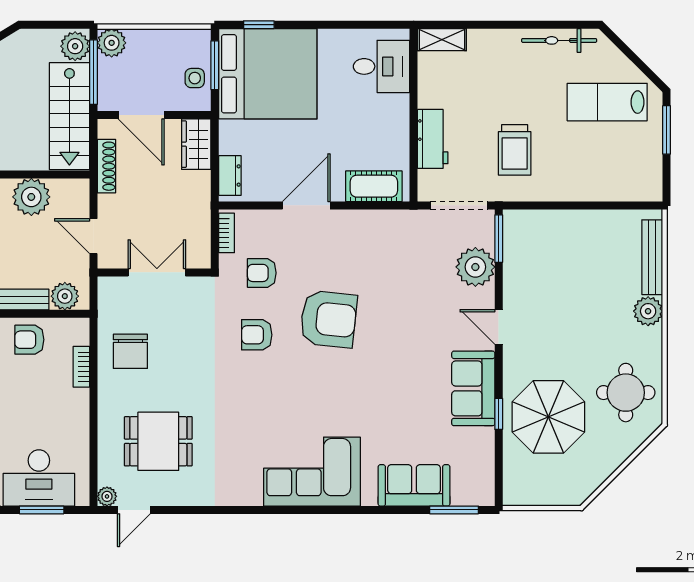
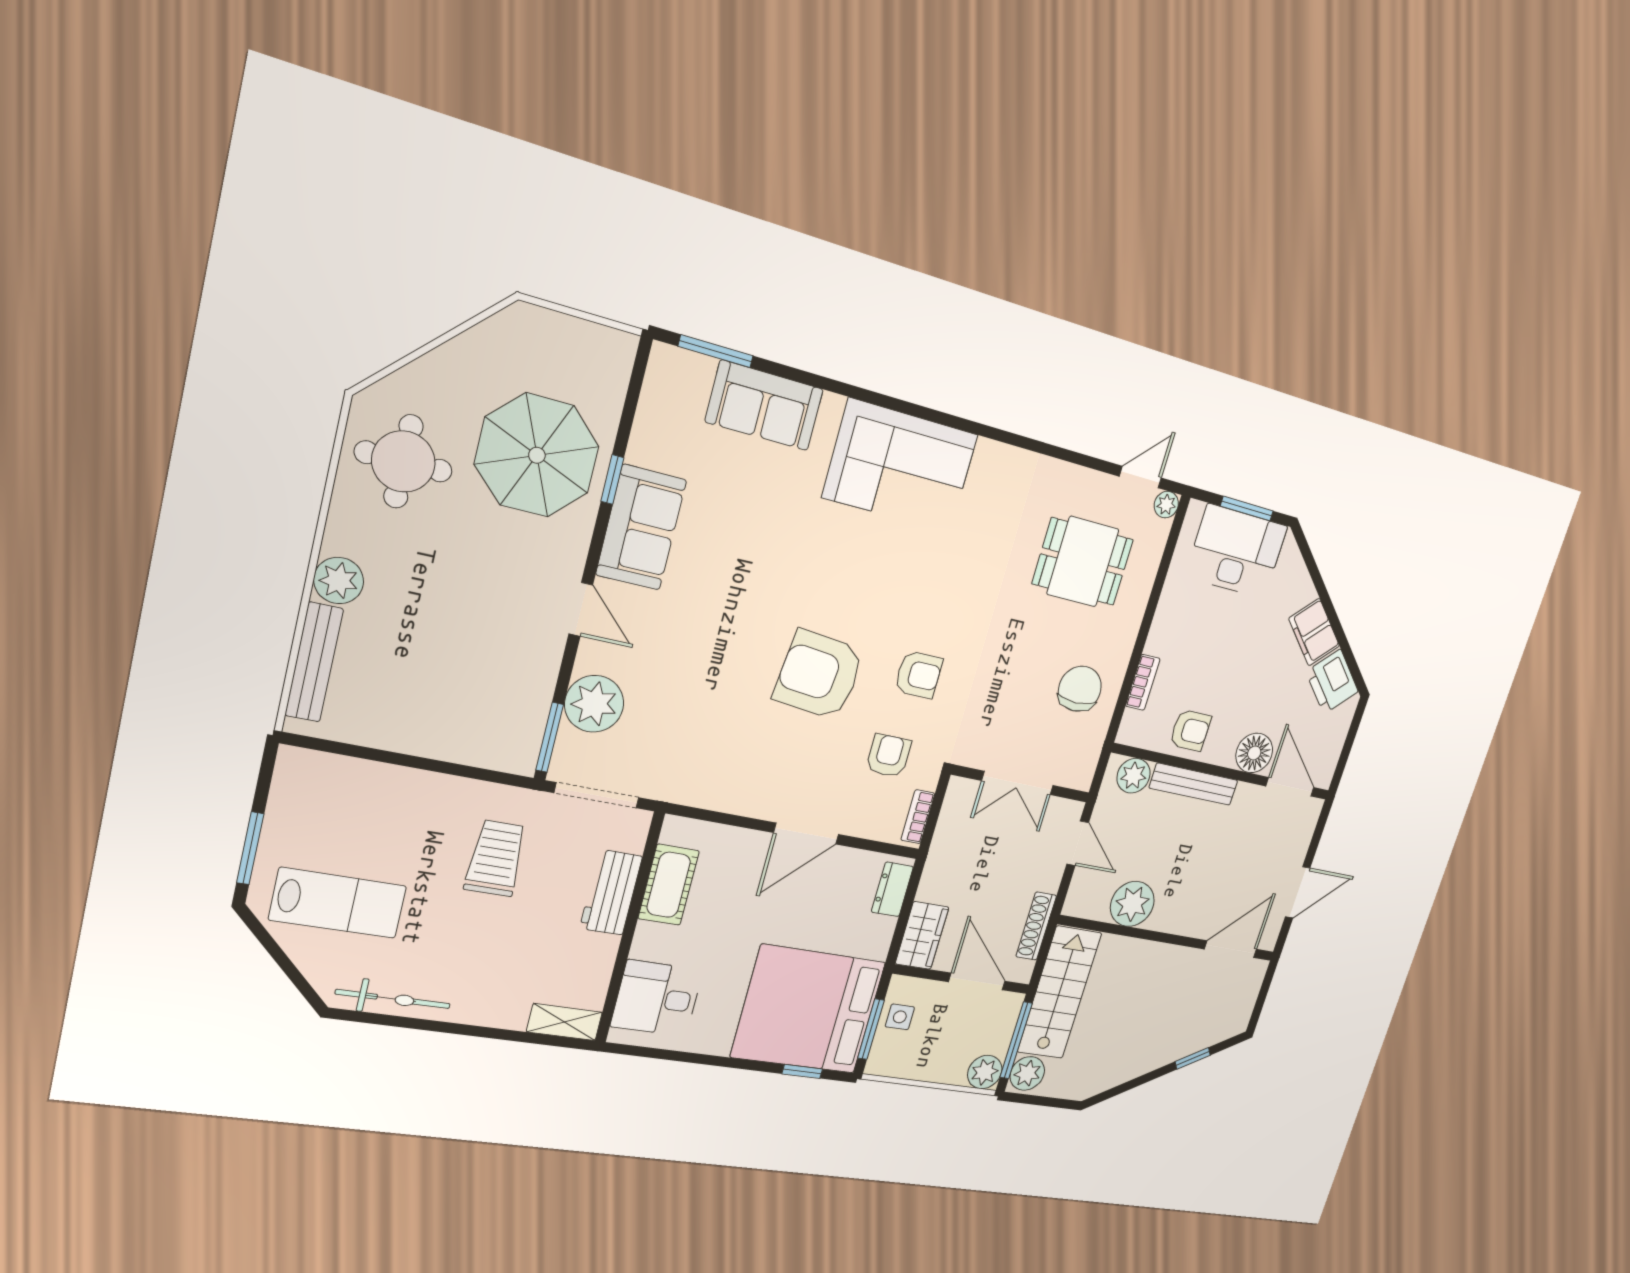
cot: (374, 186) -> (669, 885), moved, turned 90
armchair: (262, 273) -> (889, 756), turned -90

